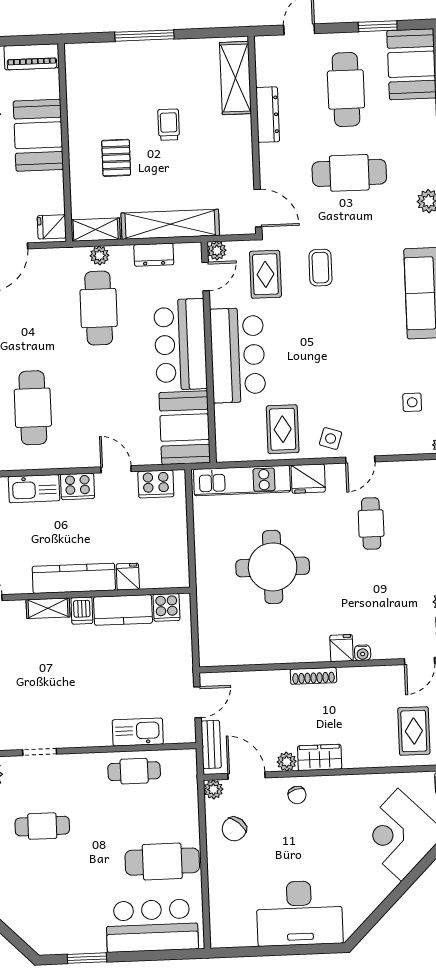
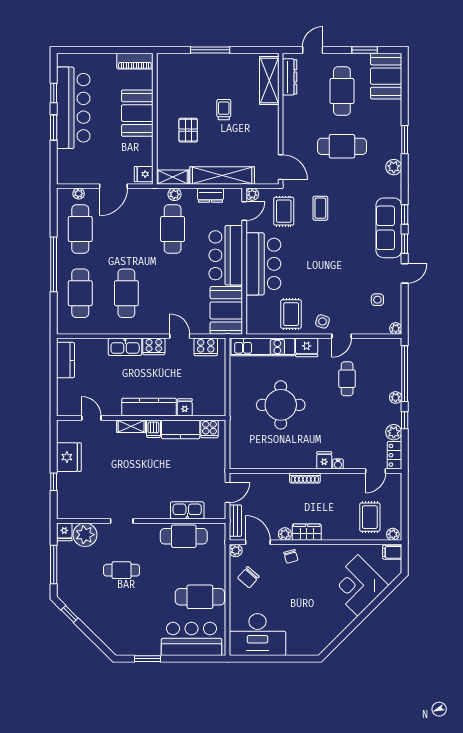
dresser: (268, 115) -> (290, 77), moved
cafe table: (134, 771) -> (184, 536), width x1.37, depth x1.35
desk: (300, 913) -> (257, 635), moved

